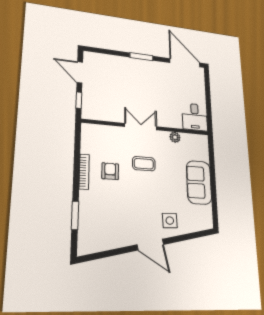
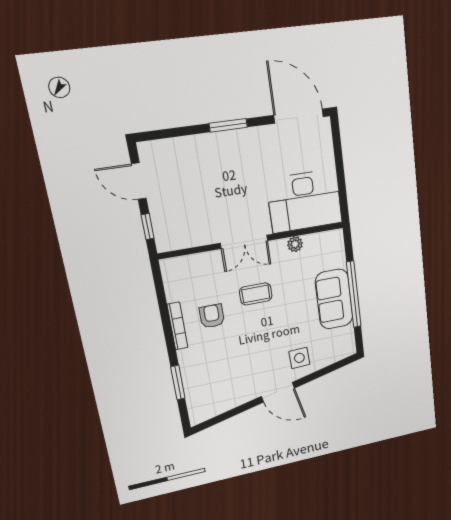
desk: (195, 117) -> (305, 201), width x1.87, depth x1.30
double door: (141, 127) -> (244, 242), swing flipped
window: (213, 183) -> (354, 294), added

